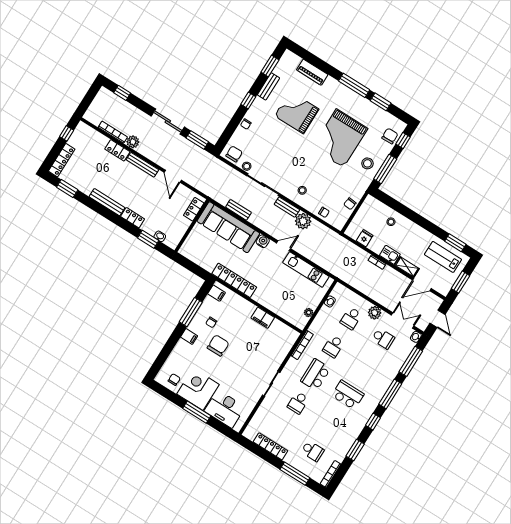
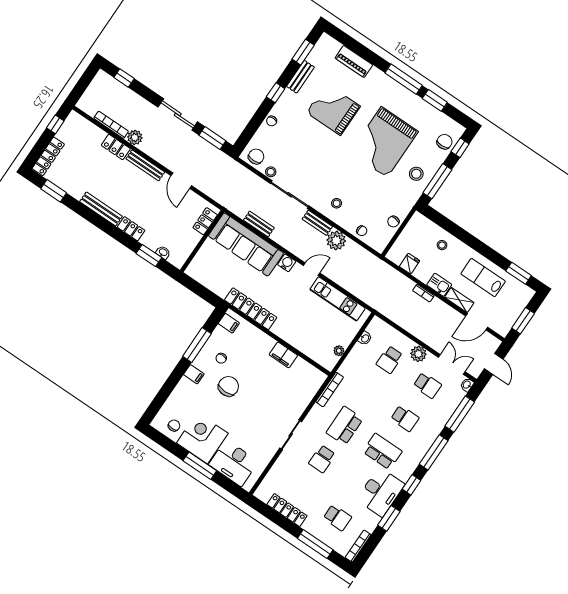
lab bench: (443, 257) -> (483, 278), moved
school desk: (333, 346) -> (405, 418), moved, turned -90
desk: (348, 428) -> (381, 492), added

